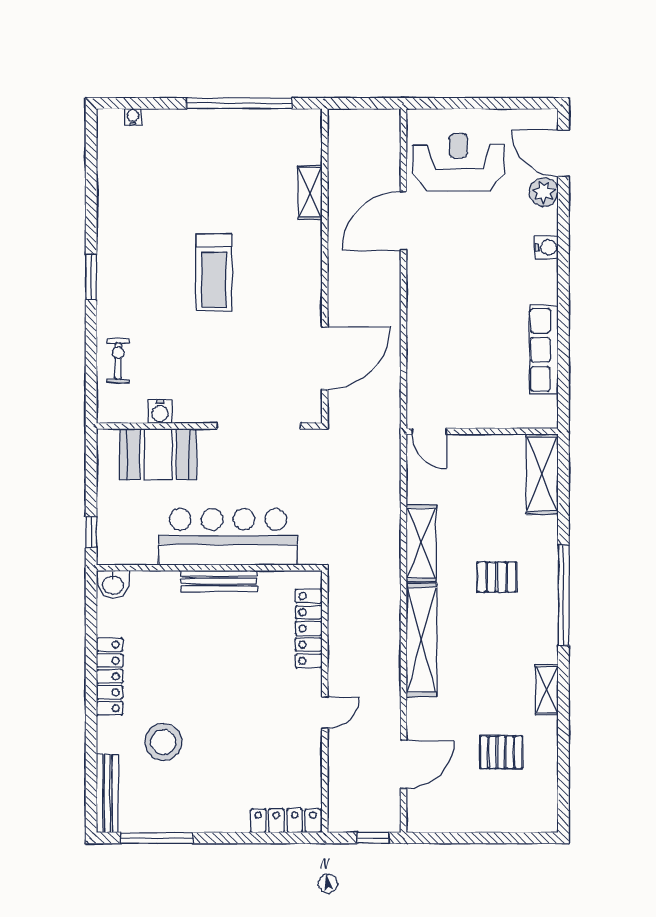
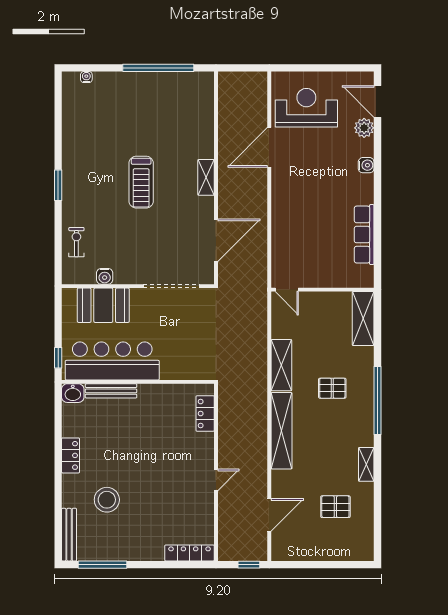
shelving: (310, 192) -> (206, 177), moved
bar counter: (228, 537) -> (112, 361), moved
bench: (219, 581) -> (111, 391), moved
locker: (309, 628) -> (205, 414), width x0.66
locker: (110, 676) -> (71, 455), width x0.66

